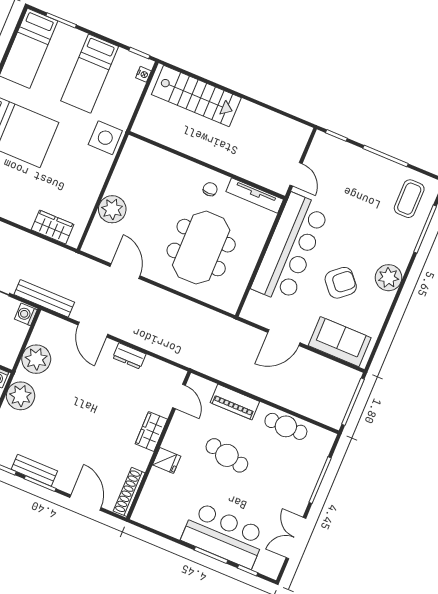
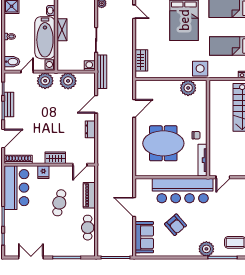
plant: (112, 209) -> (188, 88), moved
plant: (389, 278) -> (206, 249), moved
bar counter: (224, 535) -> (16, 188), moved

